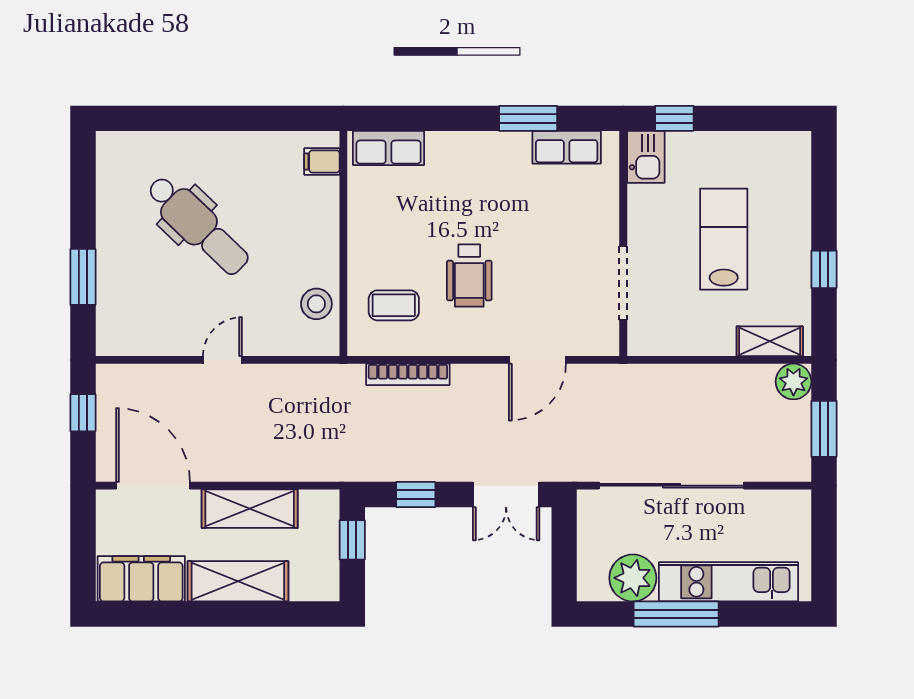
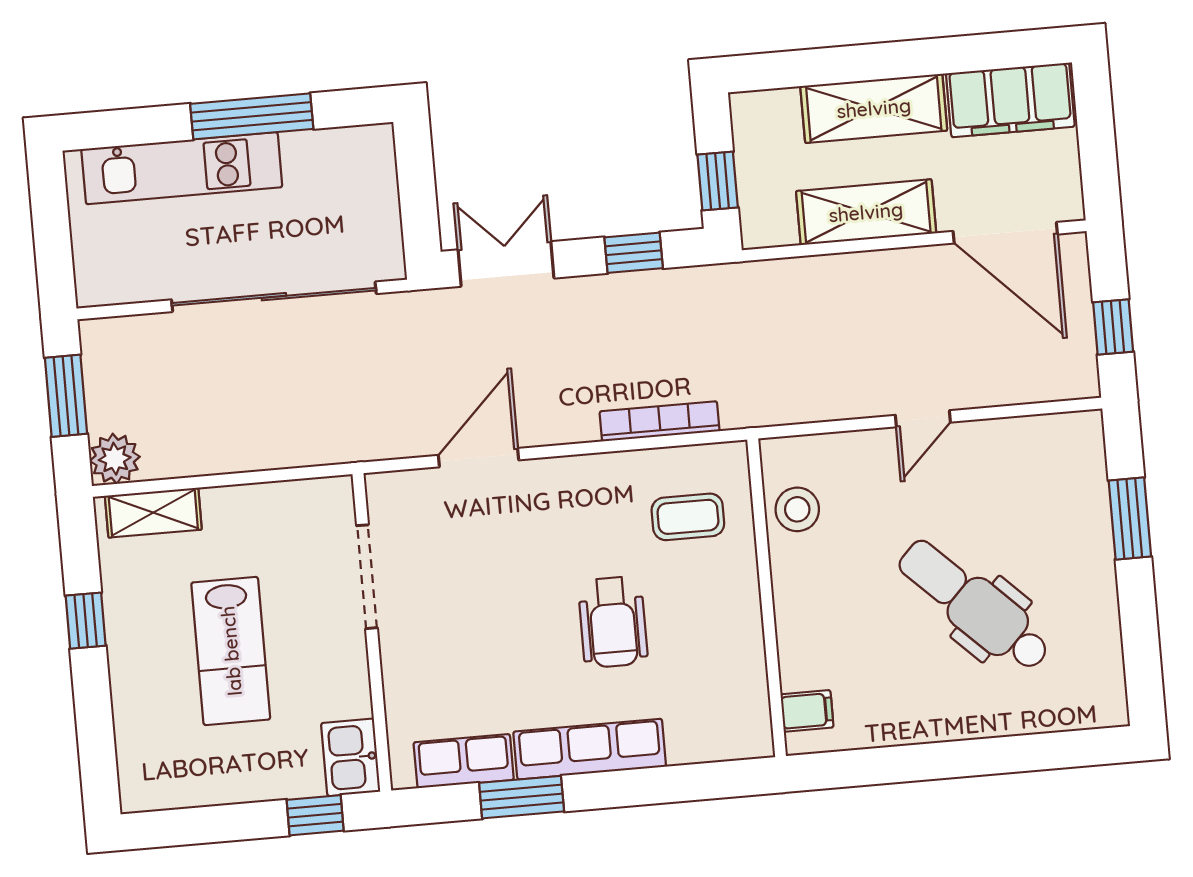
row of seats: (389, 148) -> (590, 749), moved, width x1.48
wheelchair: (469, 276) -> (613, 622), moved, turned 180
plant: (633, 578) -> (317, 162), removed

